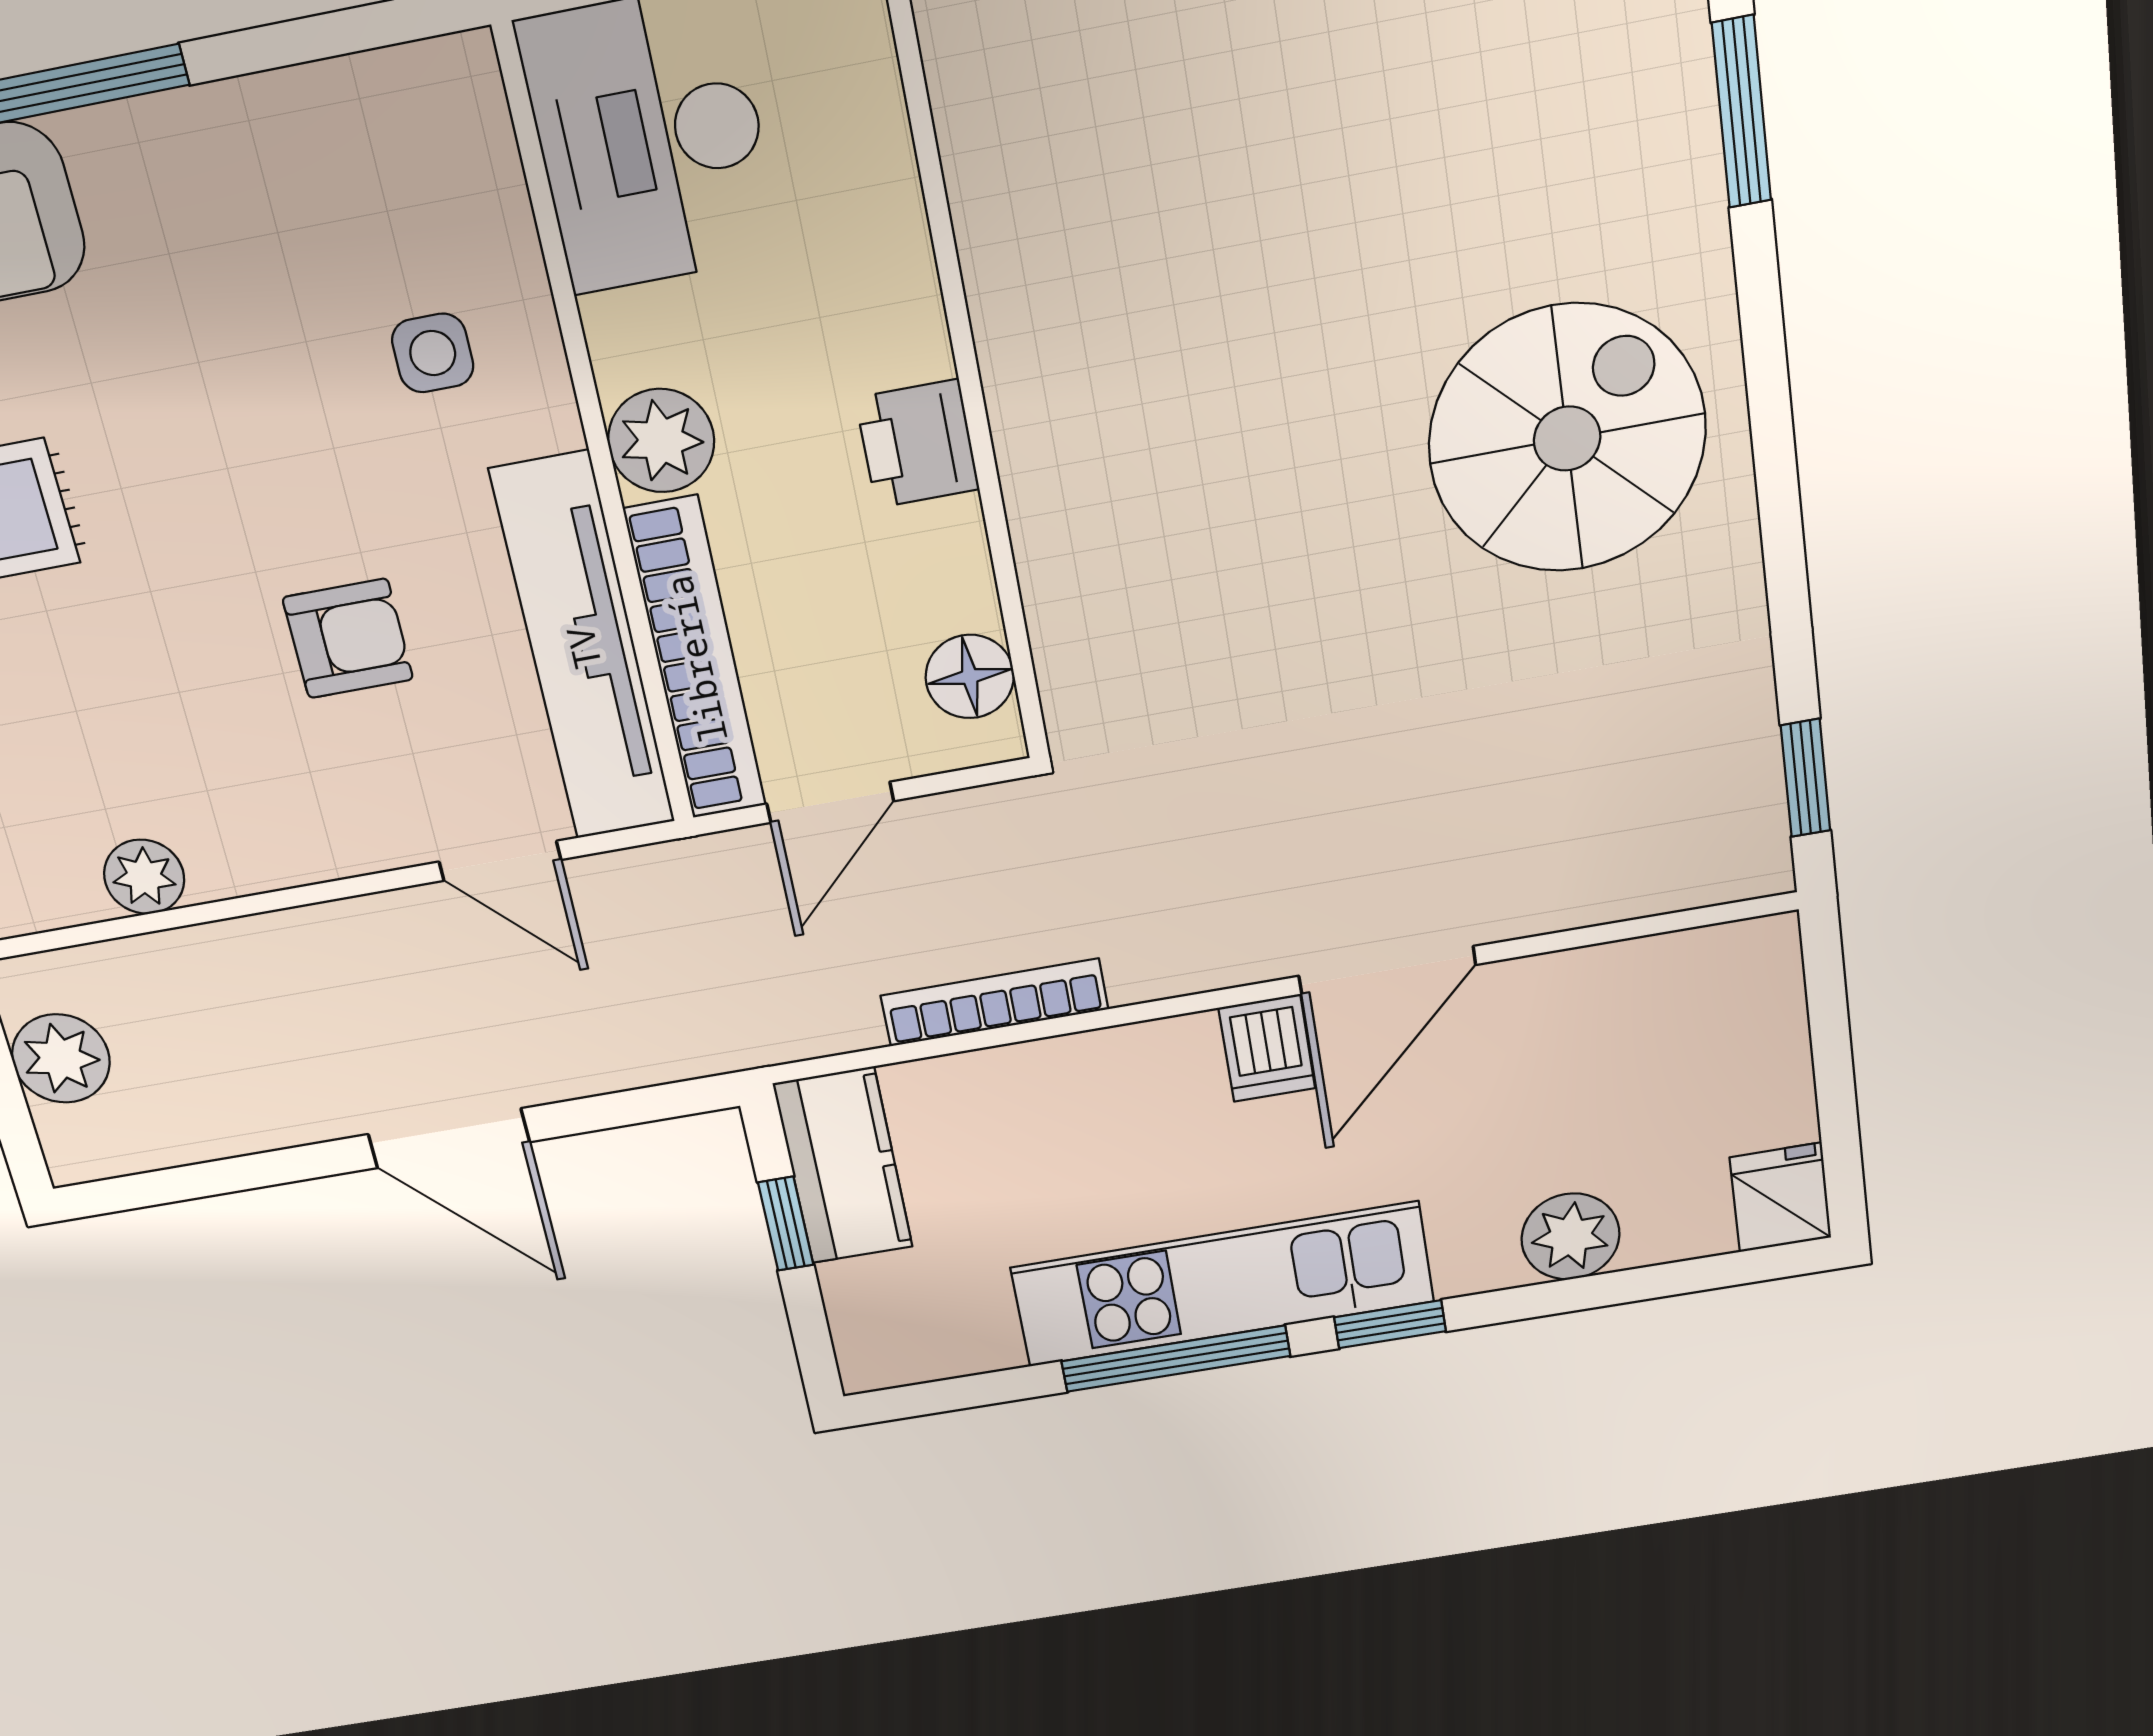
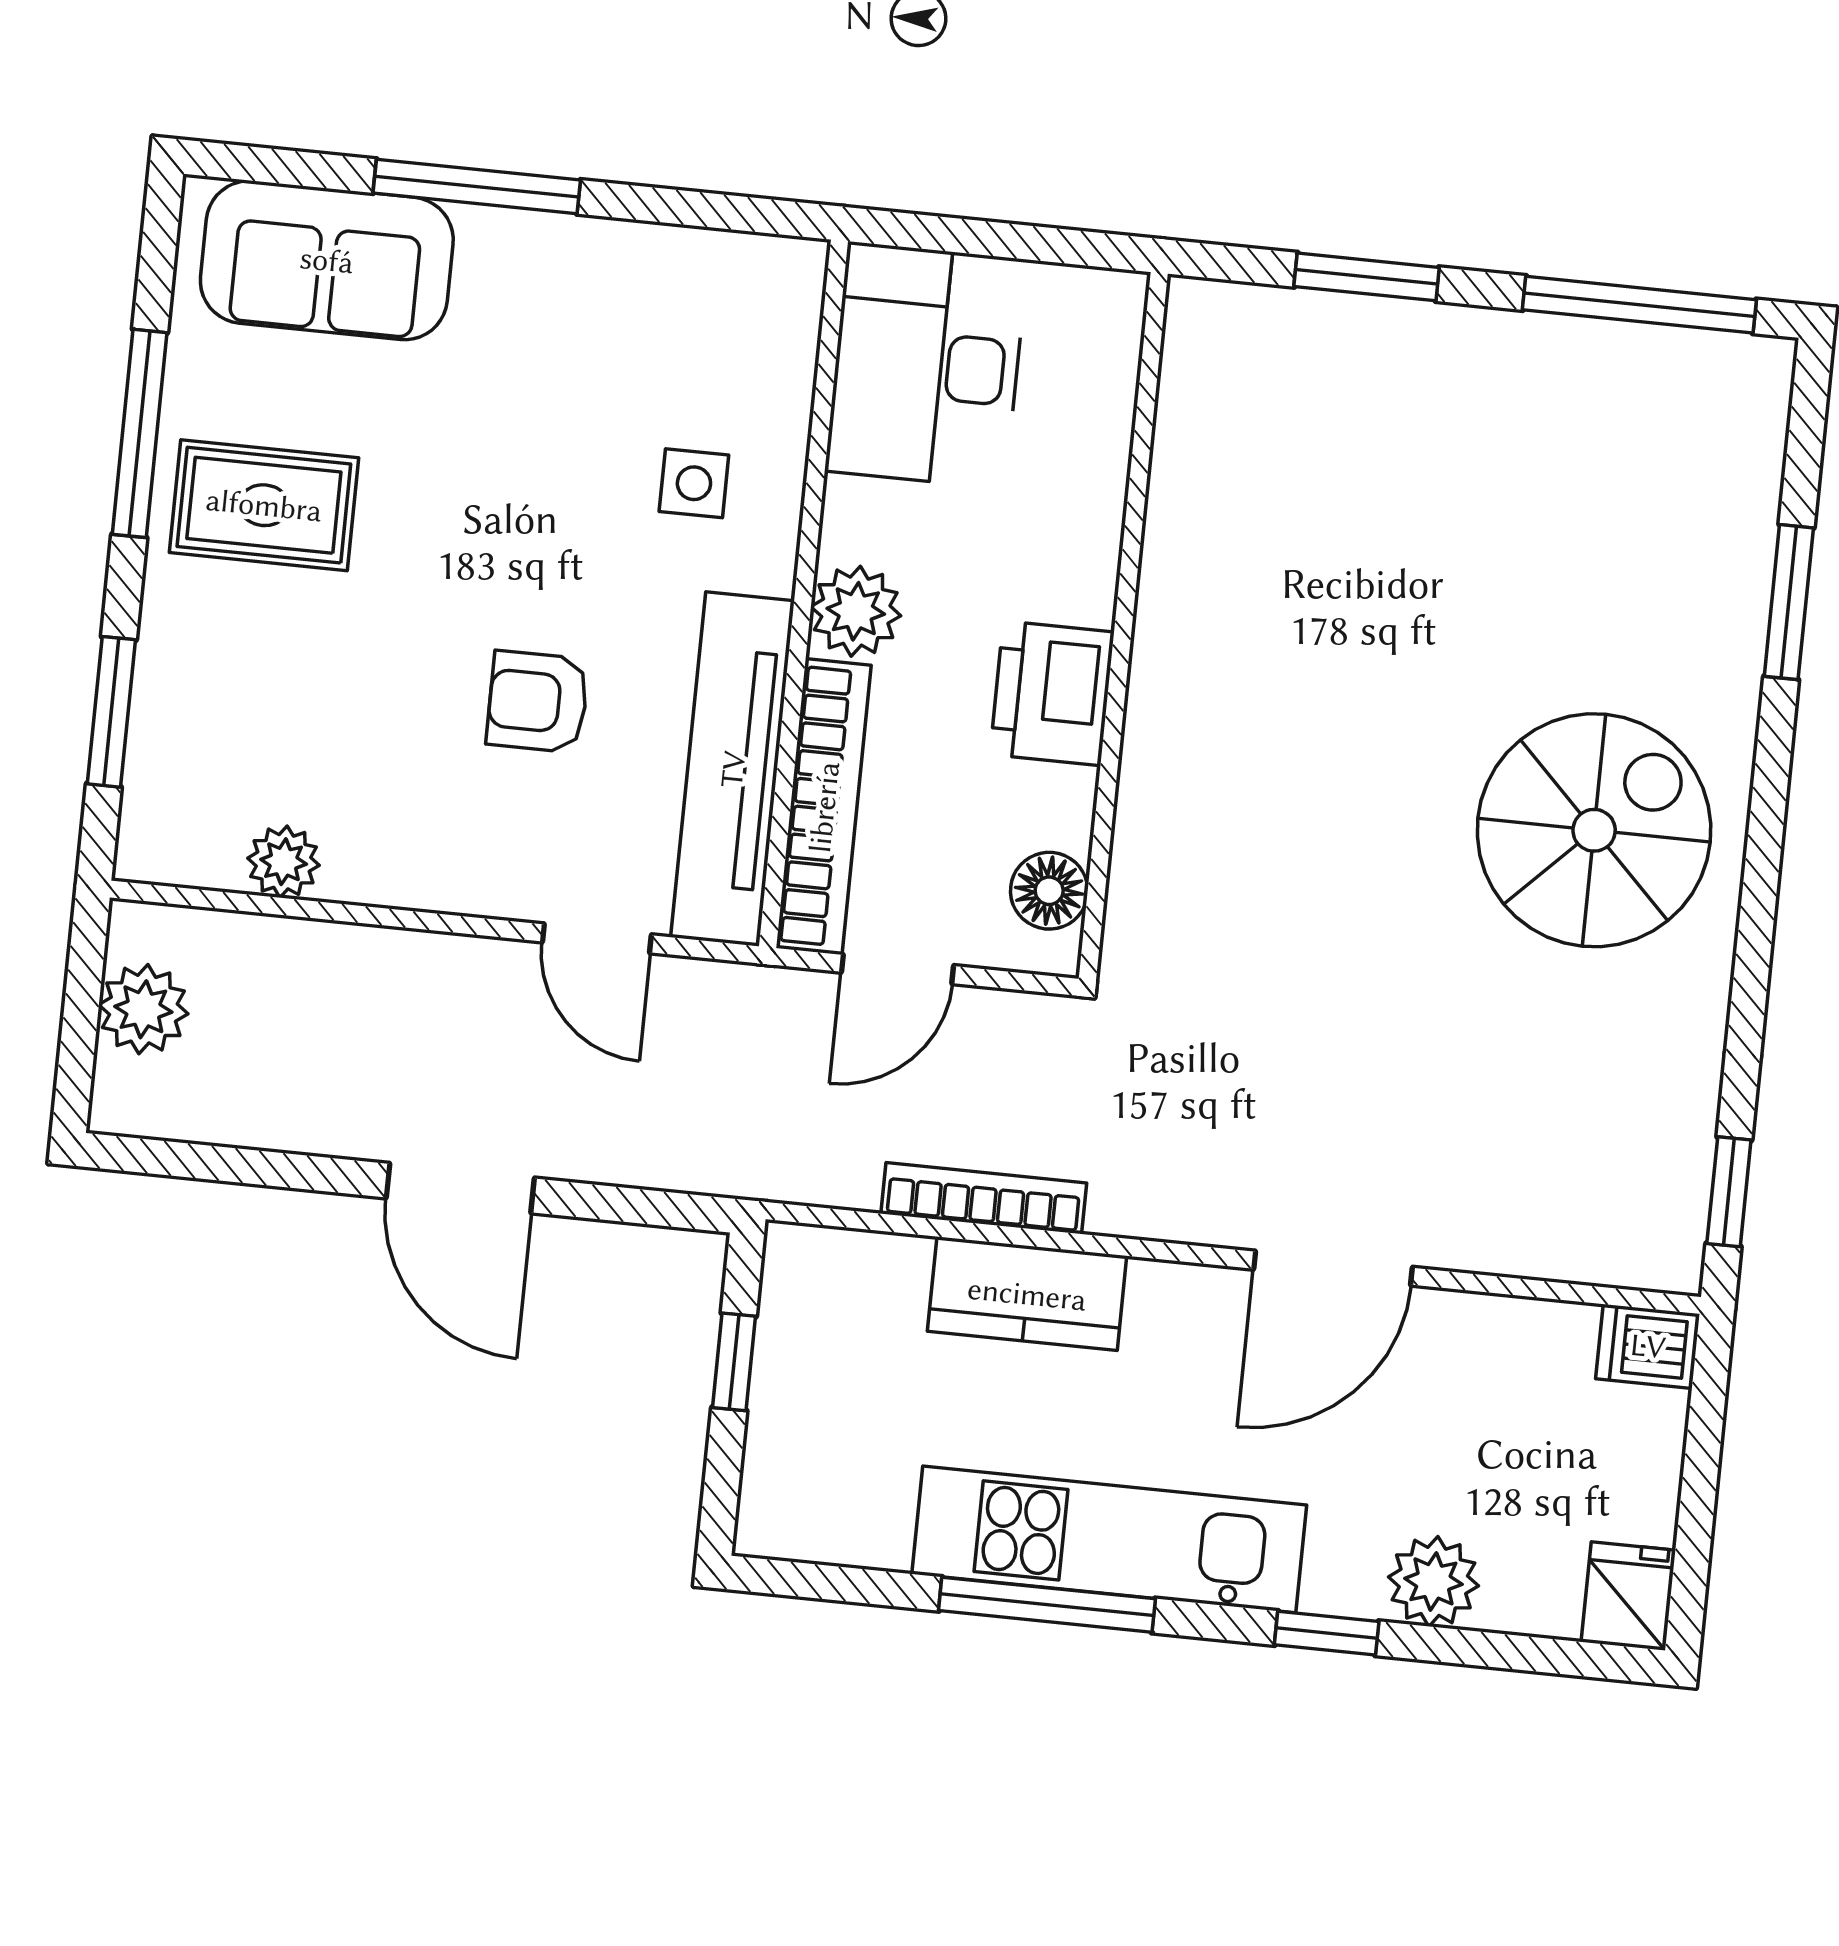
printer: (917, 444) -> (1052, 693), width x1.36, depth x1.24
armchair: (348, 639) -> (538, 702), turned 180
dishwasher: (1267, 1048) -> (1648, 1346), moved, turned 90
kitchen counter: (843, 1166) -> (1027, 1294), moved, turned 90
window: (1390, 1324) -> (1327, 1633), moved

